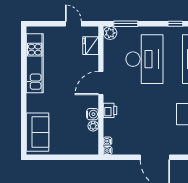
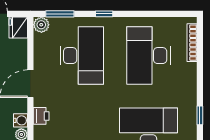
window: (175, 24) -> (104, 14), moved
fridge: (91, 46) -> (18, 28), moved

